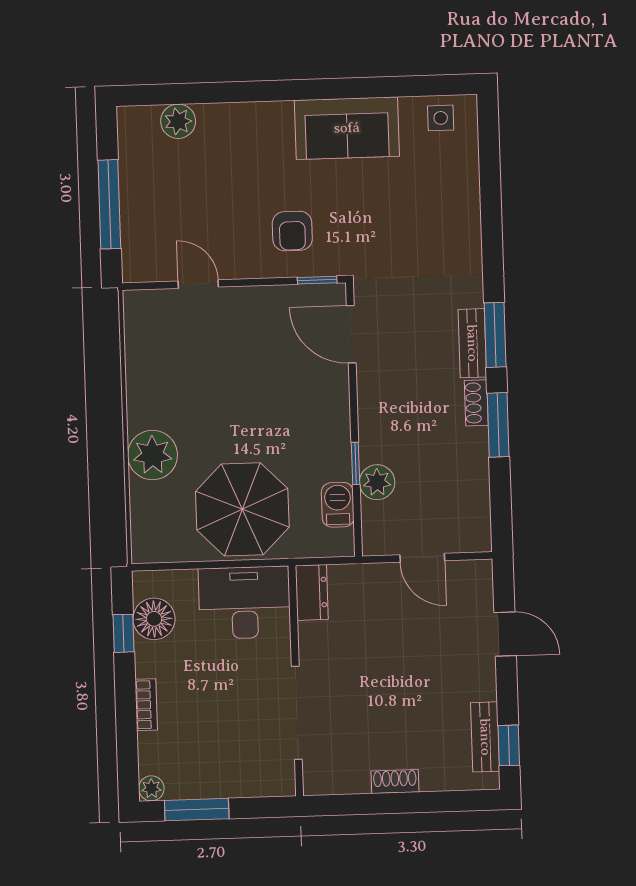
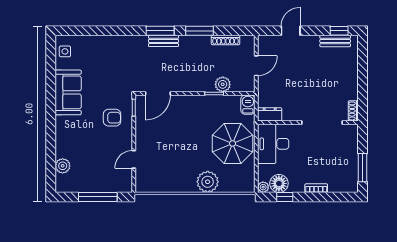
shoe rack: (476, 403) -> (225, 40), moved, width x1.43
barbecue: (338, 505) -> (248, 105), moved, turned 90
shoe rack: (395, 781) -> (353, 111), moved
plant: (151, 788) -> (263, 187), moved

